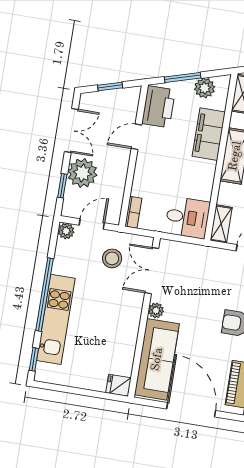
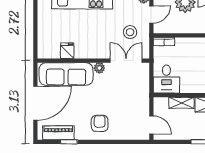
door: (92, 224) -> (151, 14), hinge flipped
shelving: (221, 224) -> (182, 103), moved
fridge: (118, 385) -> (67, 51), moved

